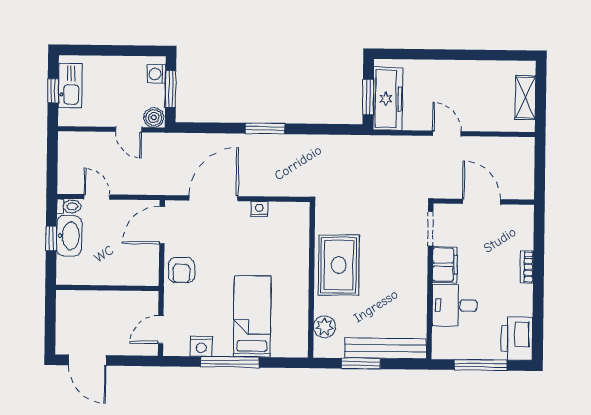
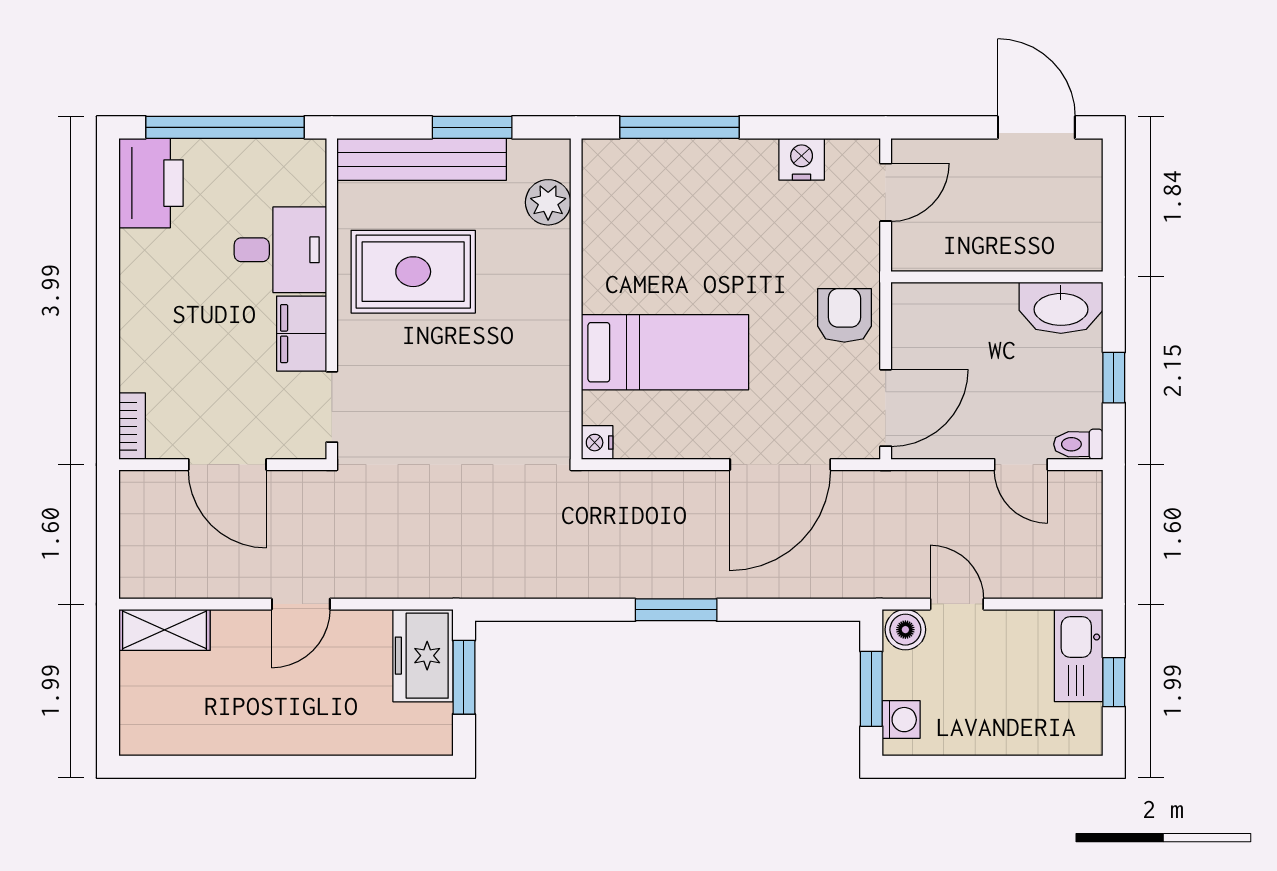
kitchen sink: (70, 86) -> (1079, 655), moved
shelving: (525, 98) -> (165, 630), moved, turned 90
freezer: (388, 99) -> (423, 656), width x0.71
door: (447, 133) -> (301, 604), hinge flipped
nightstand: (259, 209) -> (597, 443), moved, turned 90
washbasin: (69, 236) -> (1061, 308), moved, turned -90
rug: (339, 265) -> (413, 272), moved, turned 90
bookcase: (527, 267) -> (132, 426), moved
bed: (252, 316) -> (665, 352), moved, turned -90
window: (230, 362) -> (679, 127), moved
window: (481, 365) -> (225, 127), width x1.46

